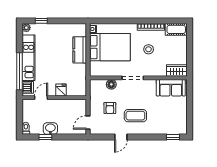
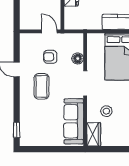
stool: (149, 49) -> (106, 111), moved
sofa: (171, 88) -> (74, 121), width x1.36
door: (88, 122) -> (49, 31), moved

